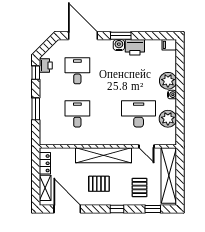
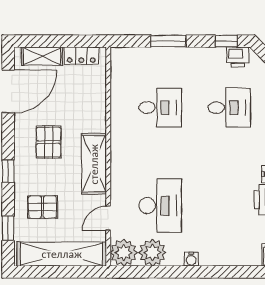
plant: (168, 81) -> (124, 253), moved
shelving: (104, 155) -> (94, 164), width x0.68

